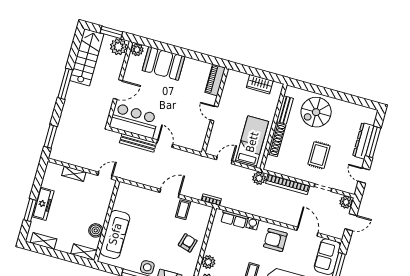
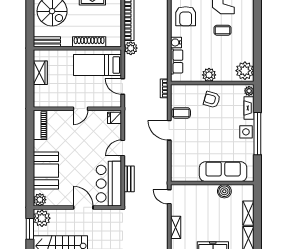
piano: (215, 80) -> (40, 125), moved, turned -90
bench: (285, 110) -> (47, 42), moved
bench: (138, 143) -> (129, 179), width x0.73
fridge: (196, 144) -> (114, 118), added
shelving: (84, 252) -> (248, 213), moved
plant: (208, 262) -> (209, 75), moved

